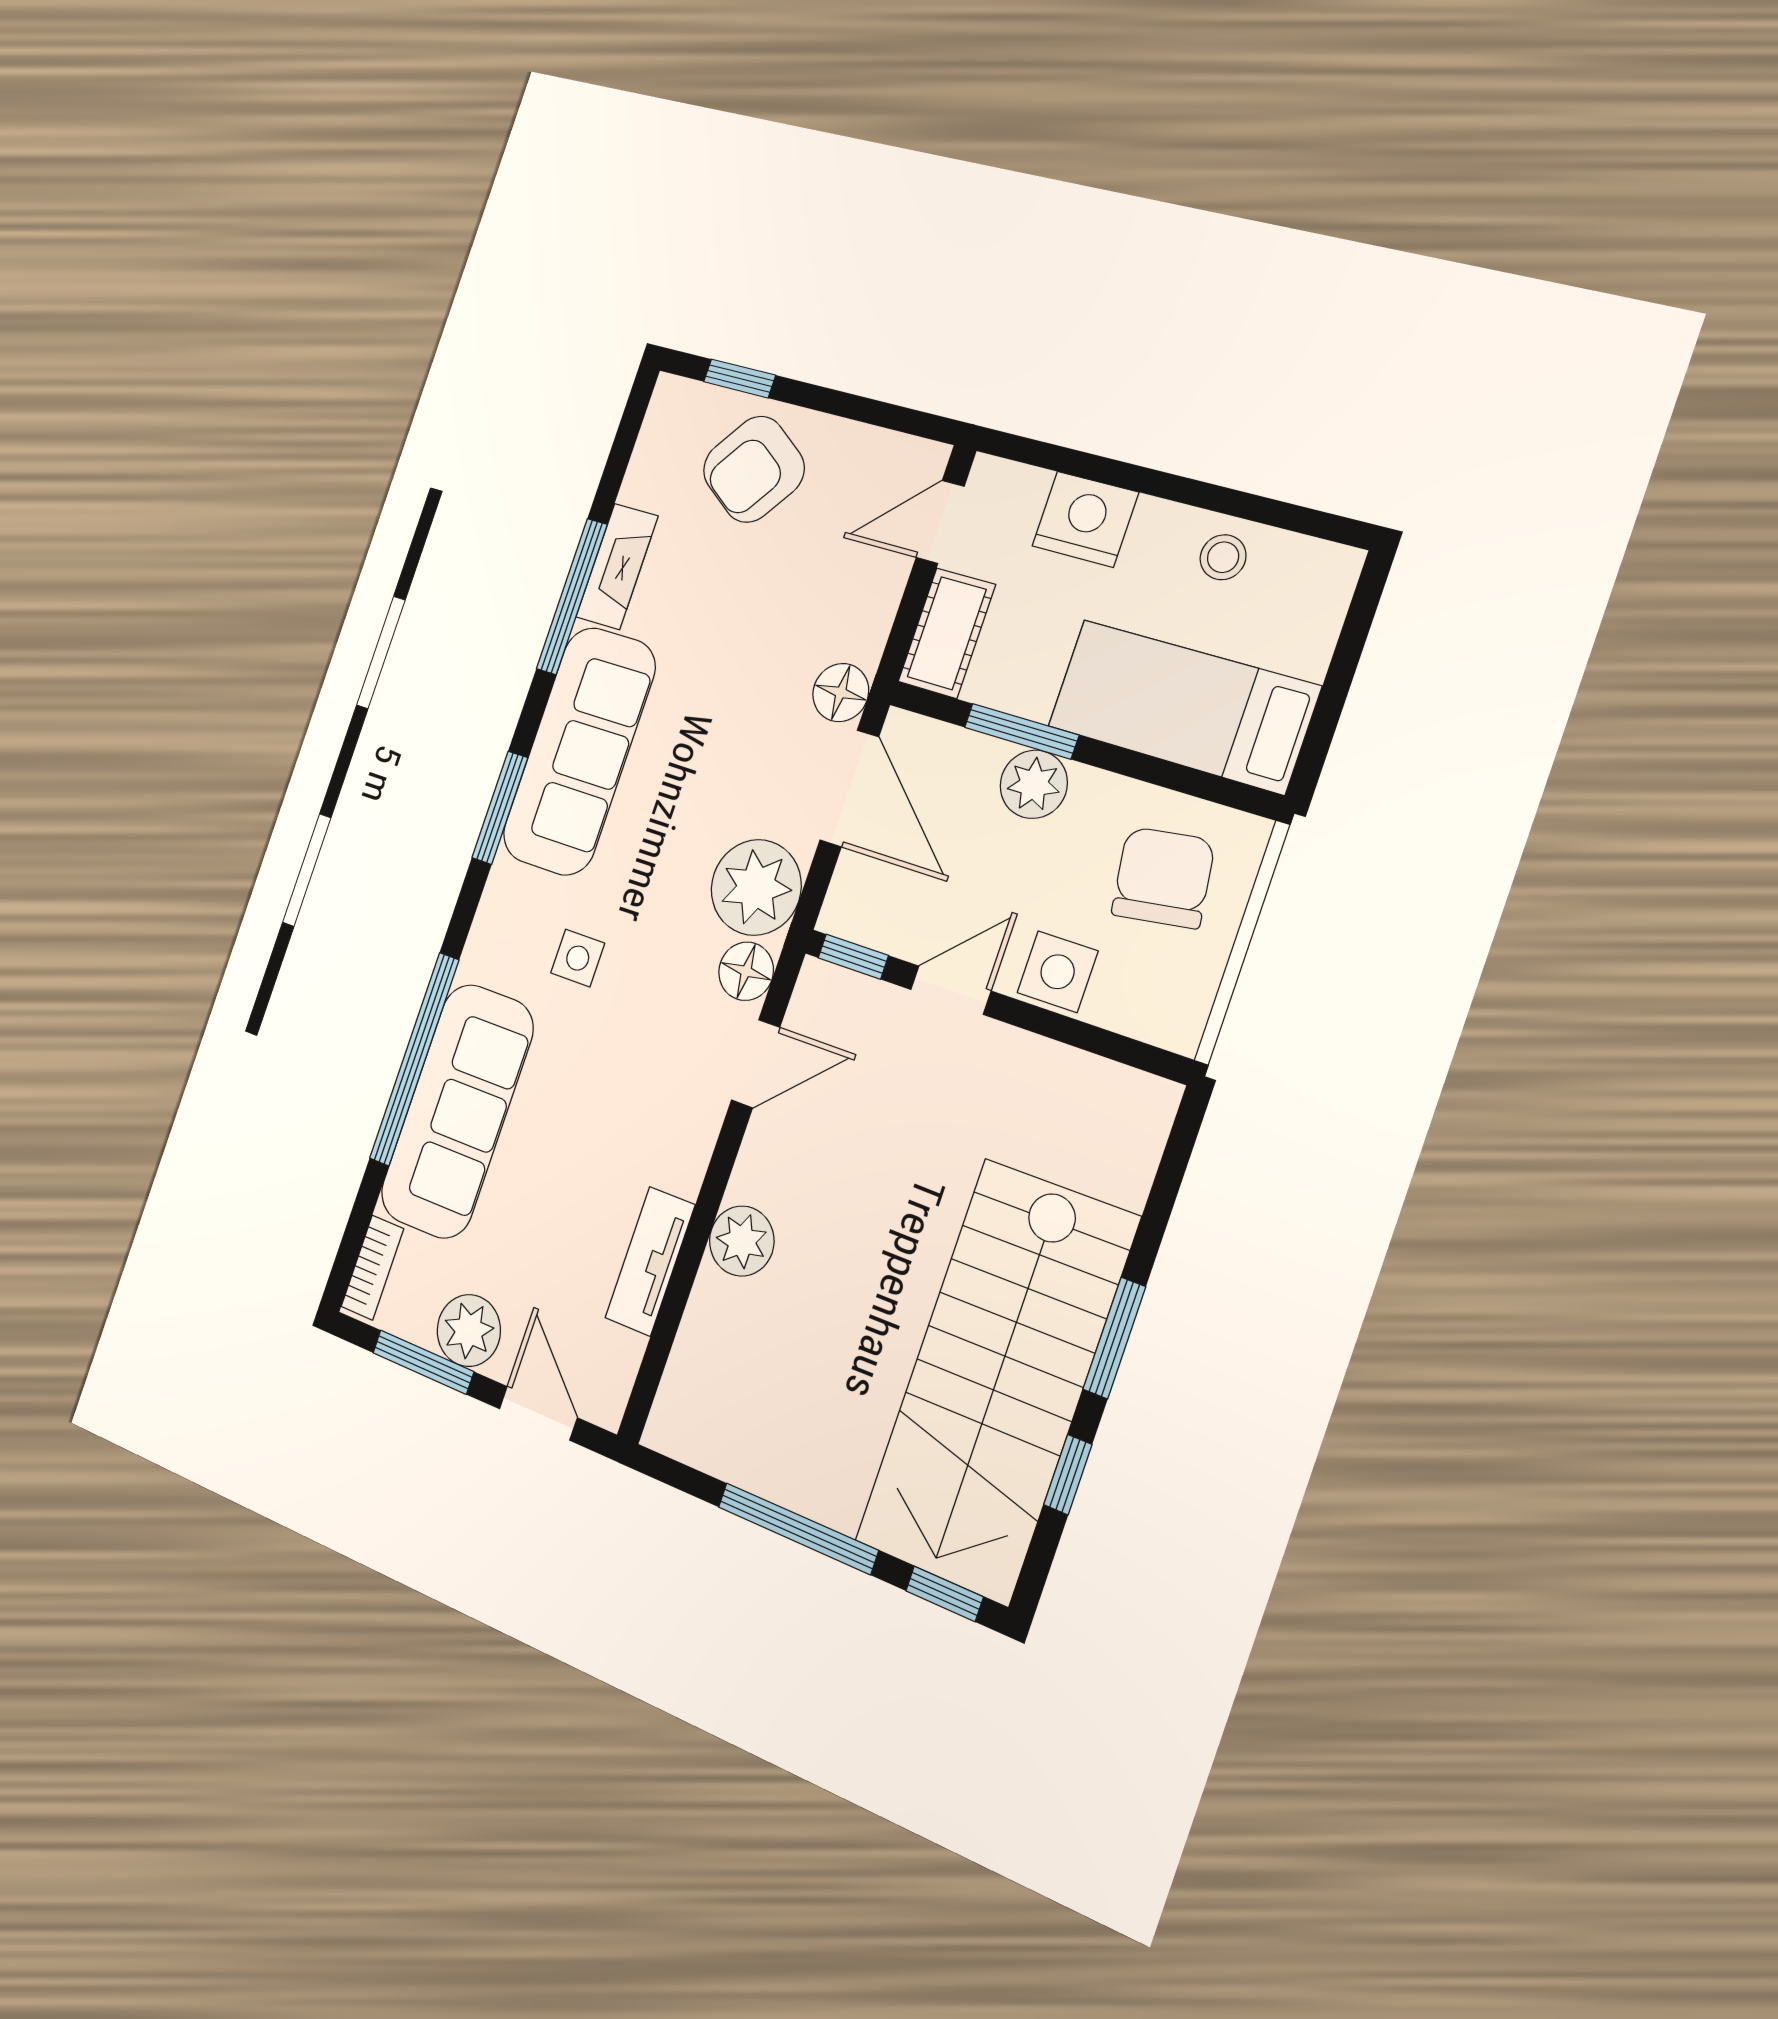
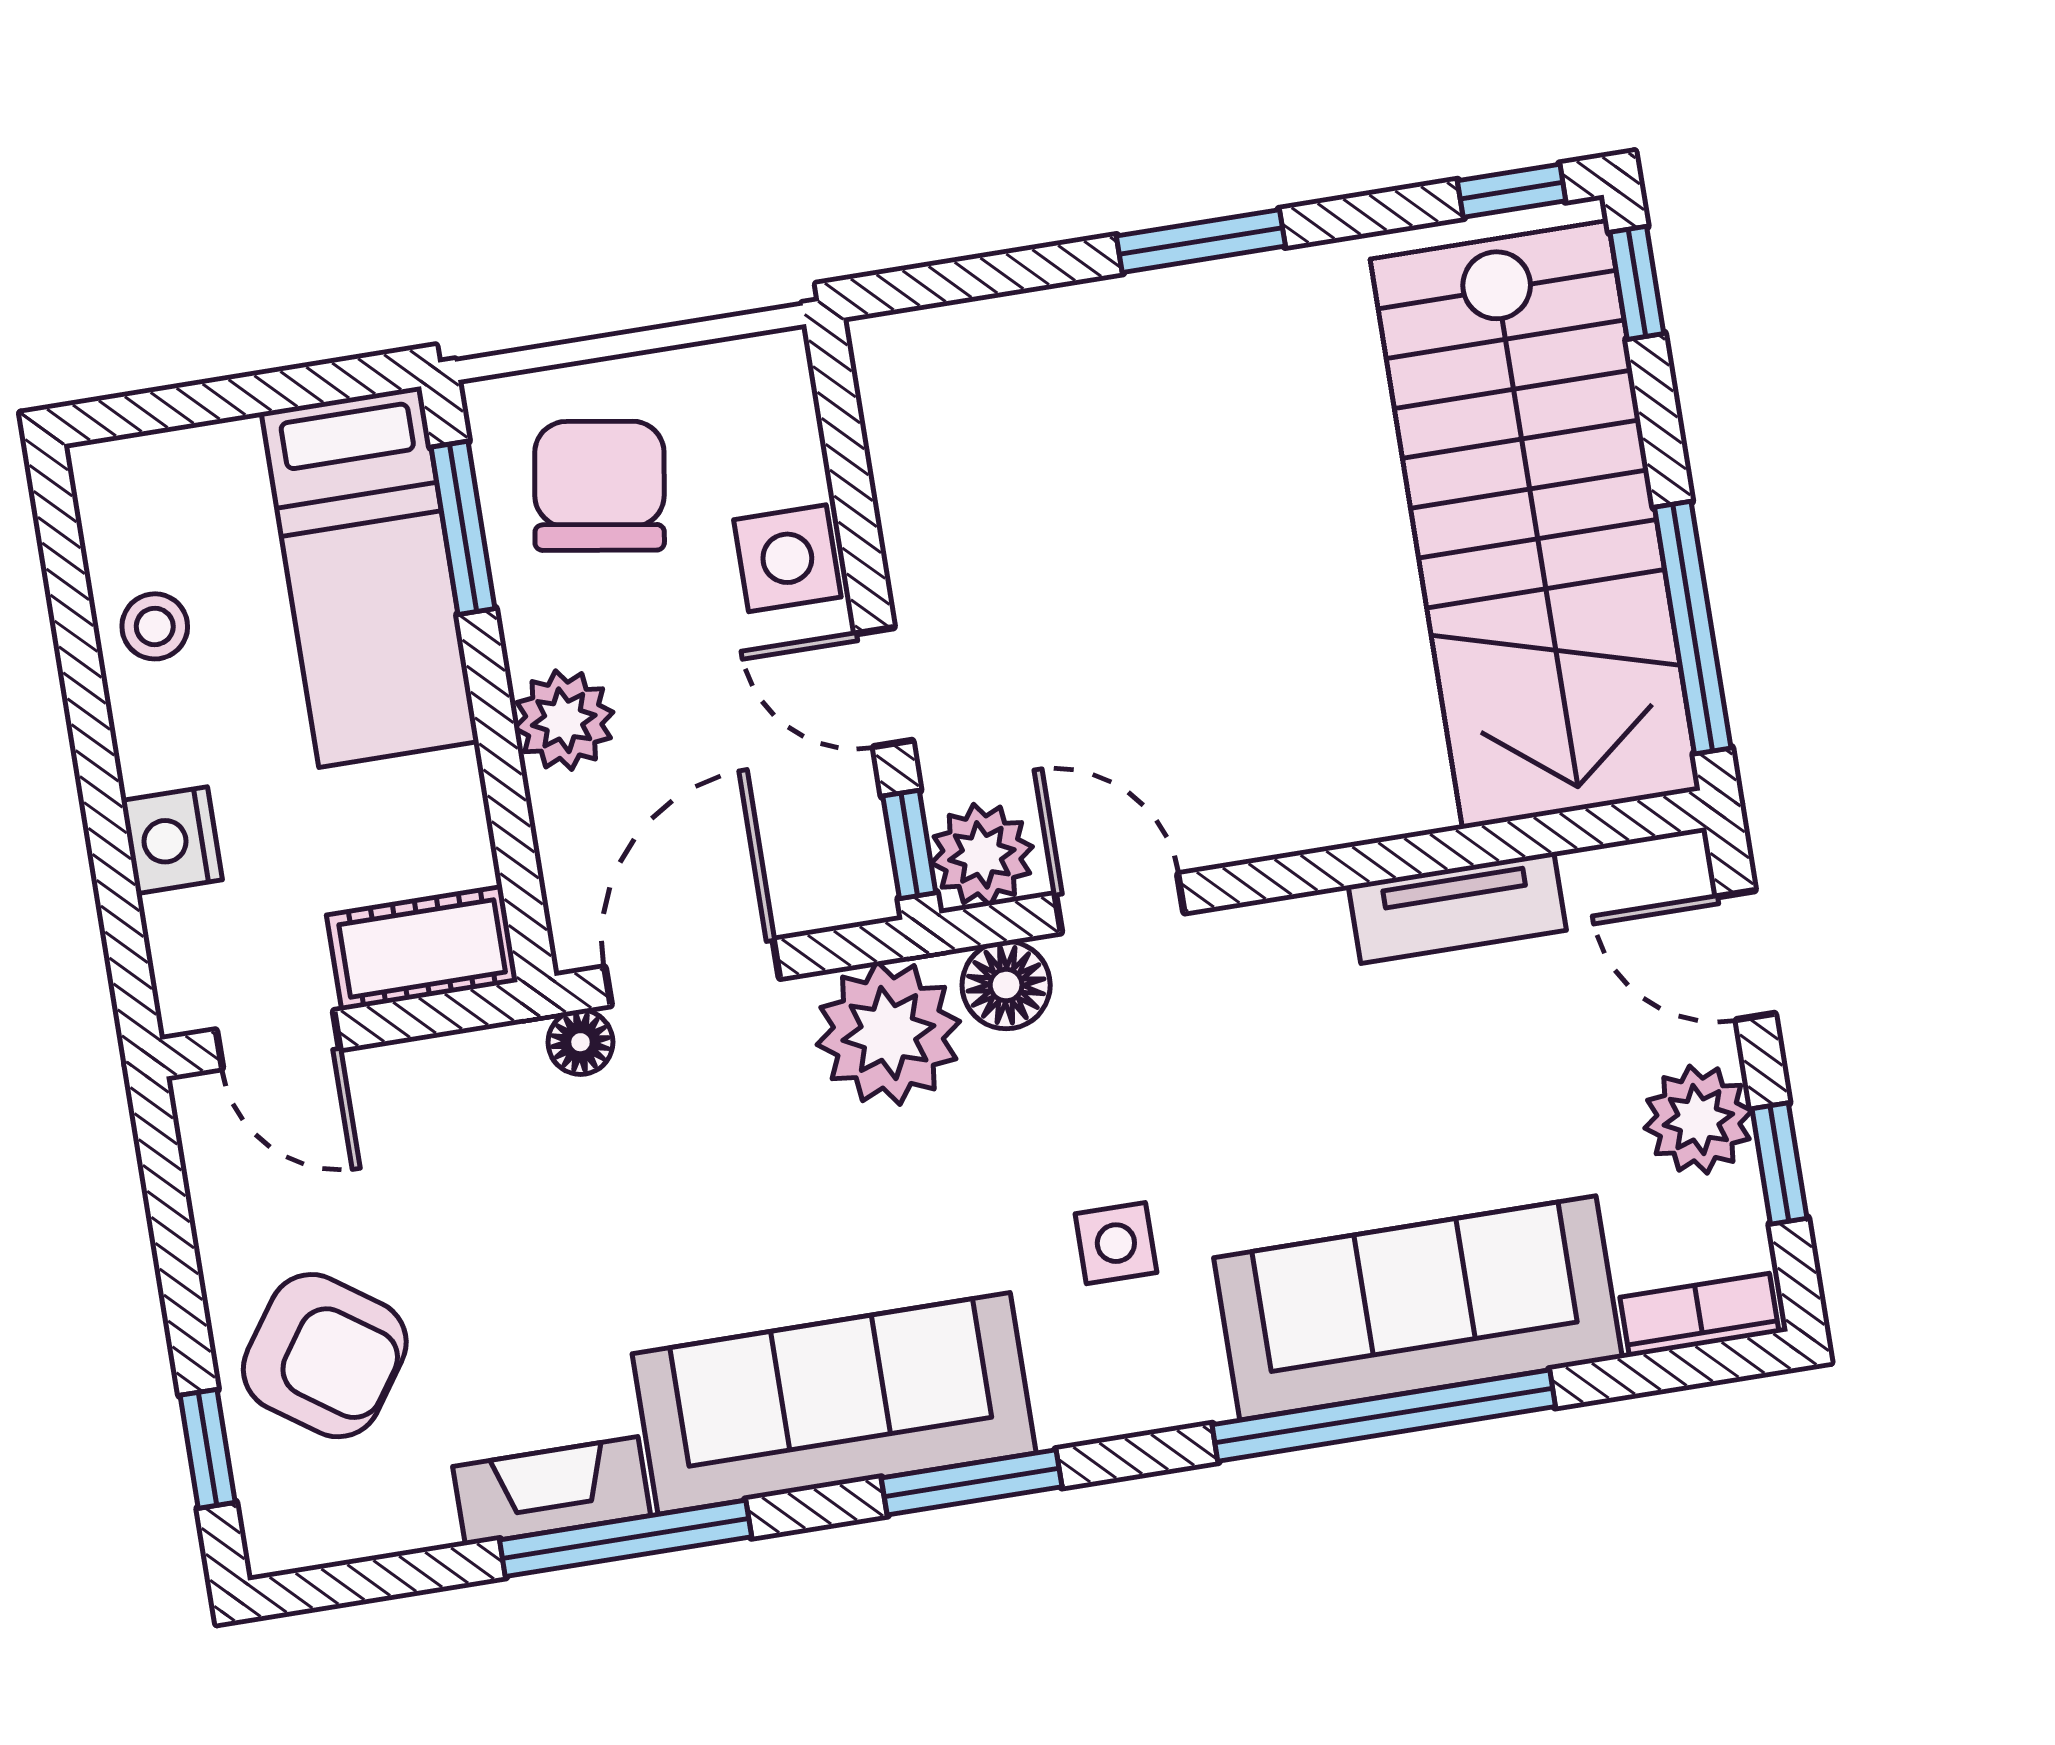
nightstand: (1085, 519) -> (172, 840), width x0.74, depth x0.75
floor lamp: (841, 693) -> (580, 1042), width x0.73, depth x0.73
window: (1021, 731) -> (463, 528), moved
chair: (1163, 878) -> (599, 486), turned 107
plant: (742, 1241) -> (982, 855), moved
window: (423, 1362) -> (1779, 1163), width x0.67
stairs: (997, 1380) -> (1535, 525), moved, turned 90
door: (538, 1413) -> (1746, 955), hinge flipped
window: (1068, 1475) -> (1512, 191), moved
window: (798, 1529) -> (1693, 628), moved

